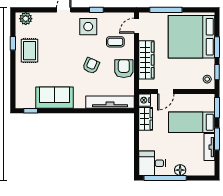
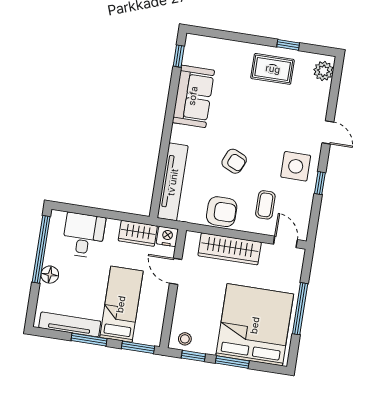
window: (166, 10) -> (300, 309), moved
tv unit: (209, 147) -> (70, 324), width x1.41
desk: (152, 163) -> (84, 235), moved

